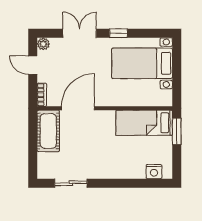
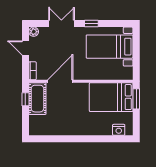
bed: (144, 123) -> (111, 97), width x1.50
window: (33, 132) -> (25, 99), added
sliding door: (71, 183) -> (55, 139), removed

